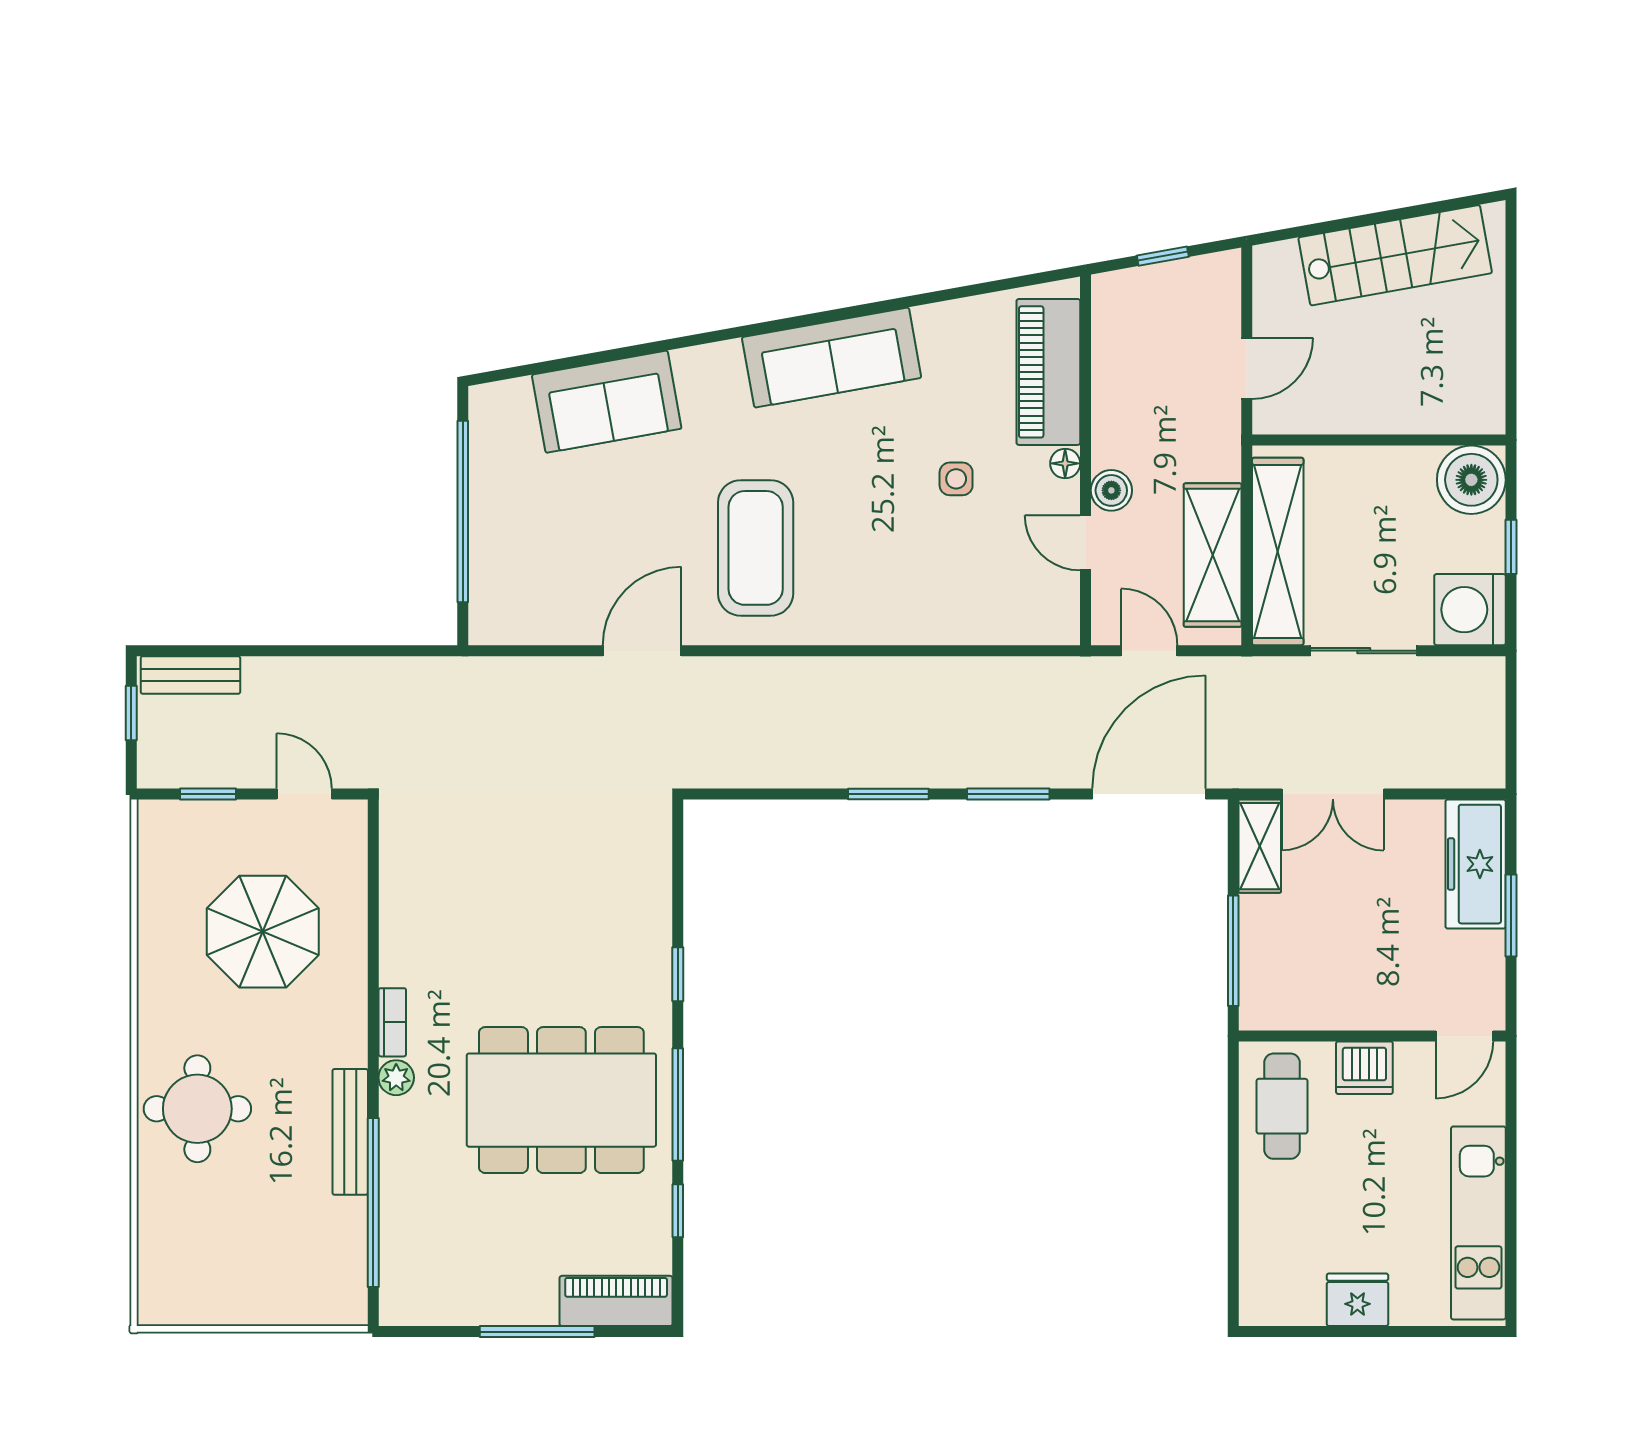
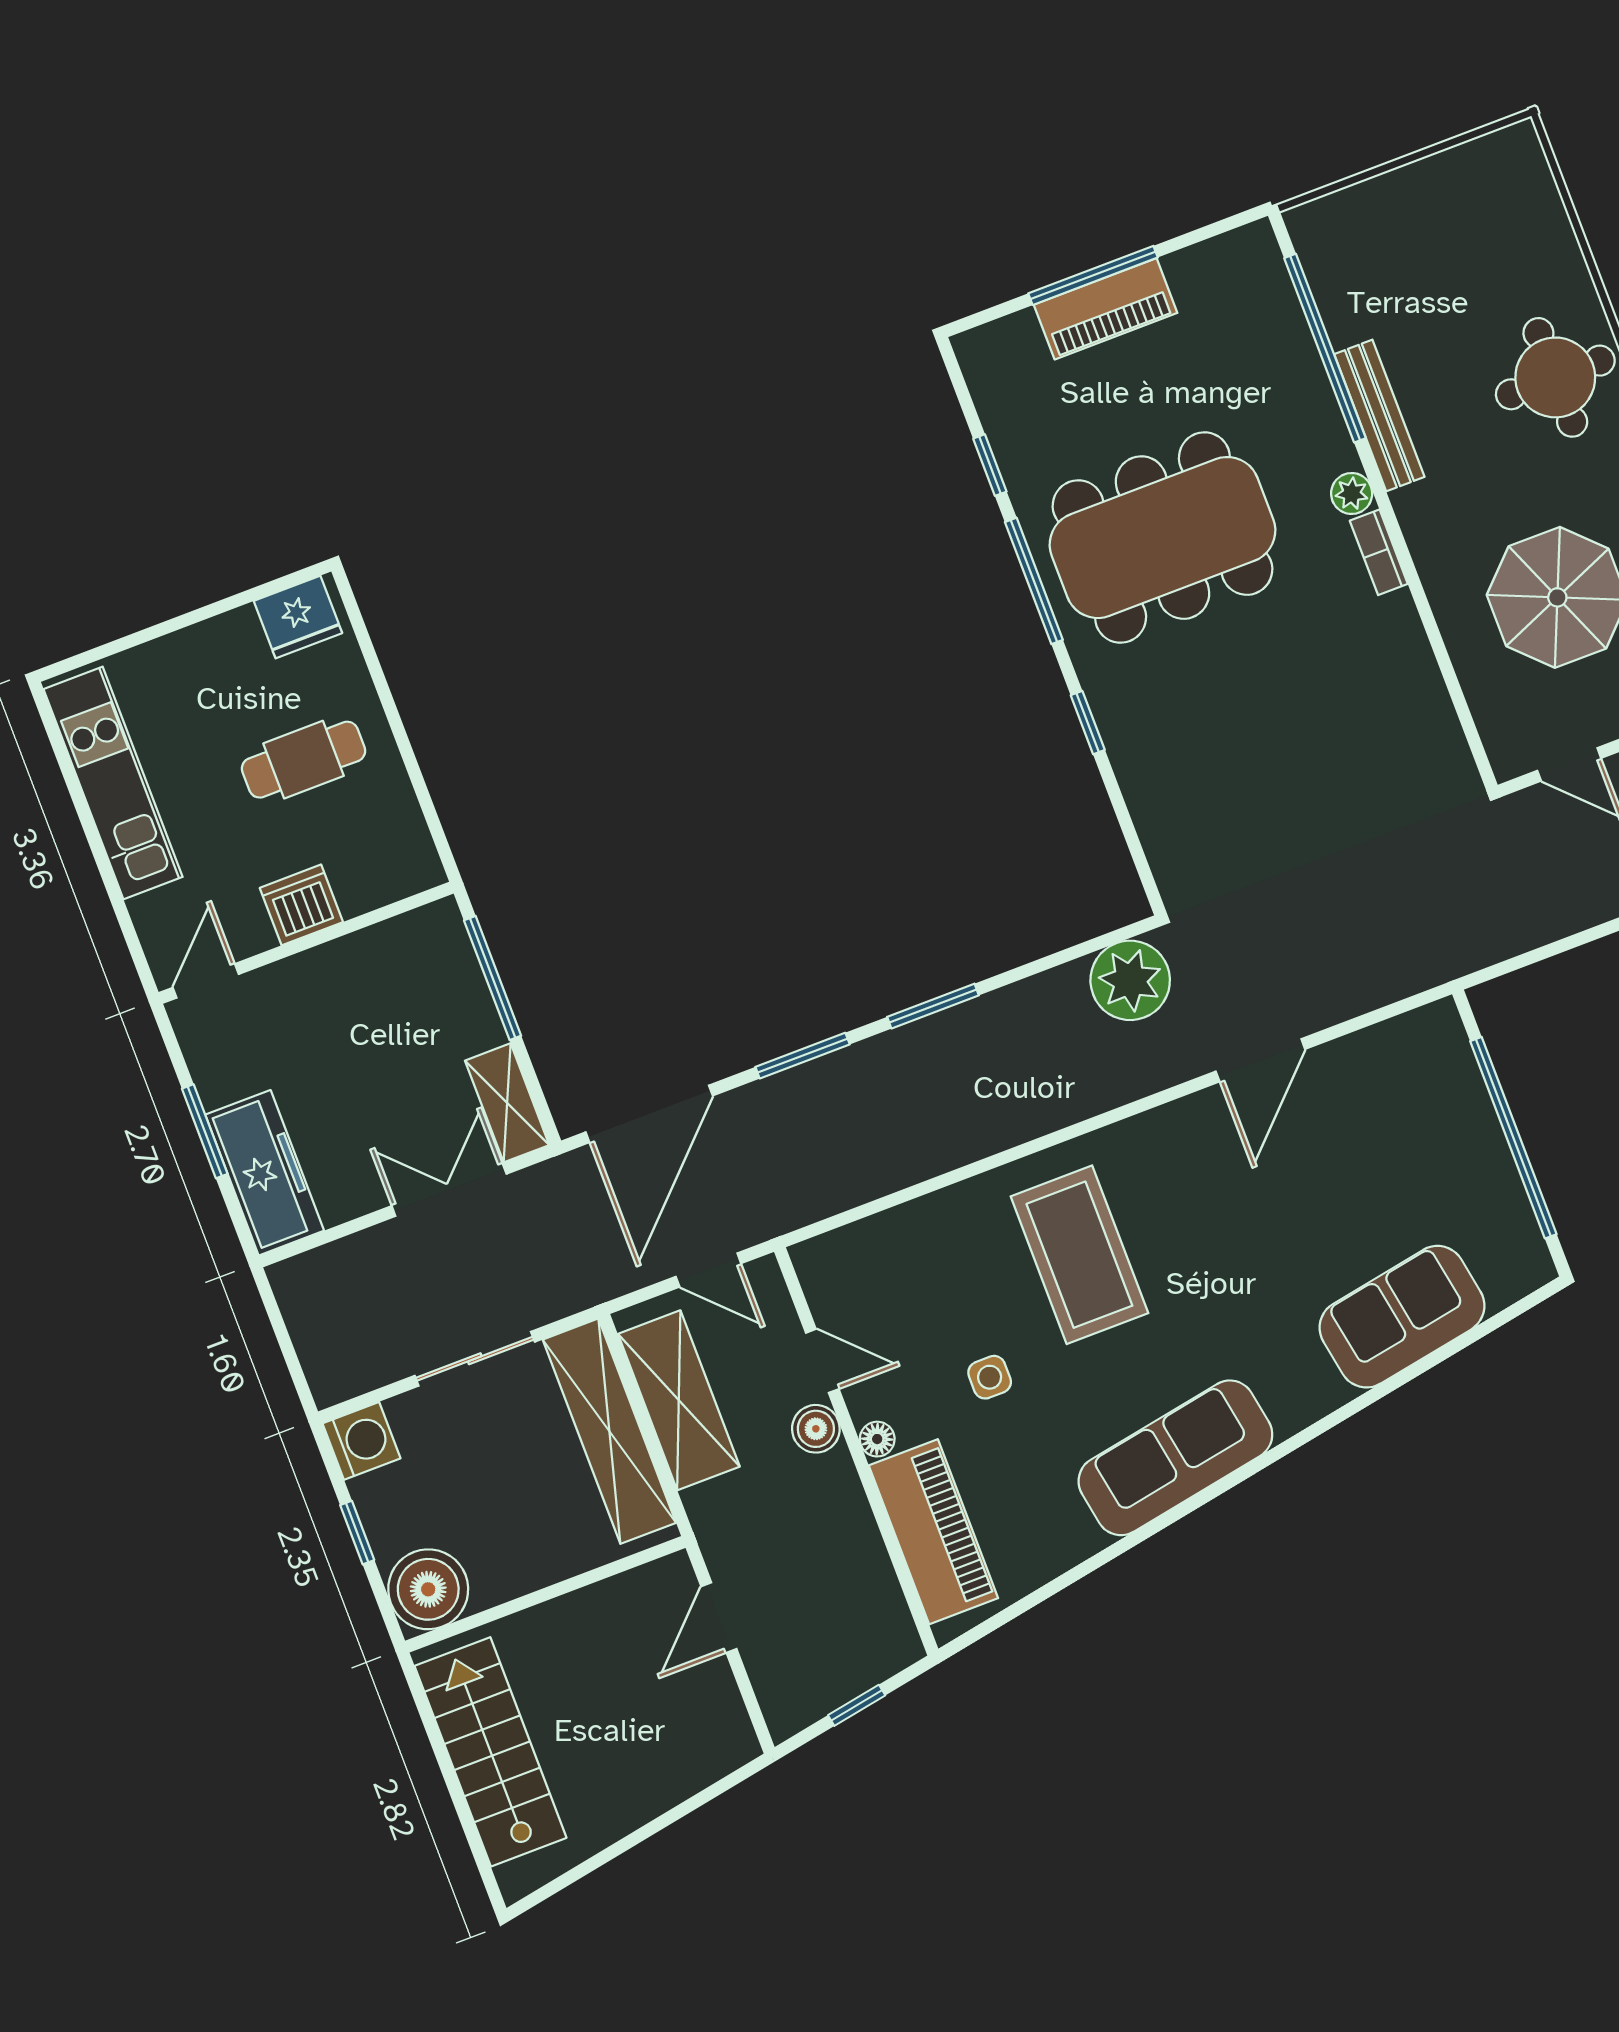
stairs: (1395, 255) -> (491, 1752), moved, turned 100
coffee table: (756, 548) -> (1079, 1255), moved
washing machine: (1470, 610) -> (361, 1441), width x0.73, depth x0.73
plant: (722, 755) -> (1130, 980), added
cafe table: (1282, 1106) -> (304, 760), moved, turned 90
fridge: (1357, 1300) -> (298, 617), moved
piano: (616, 1301) -> (1106, 309), moved

